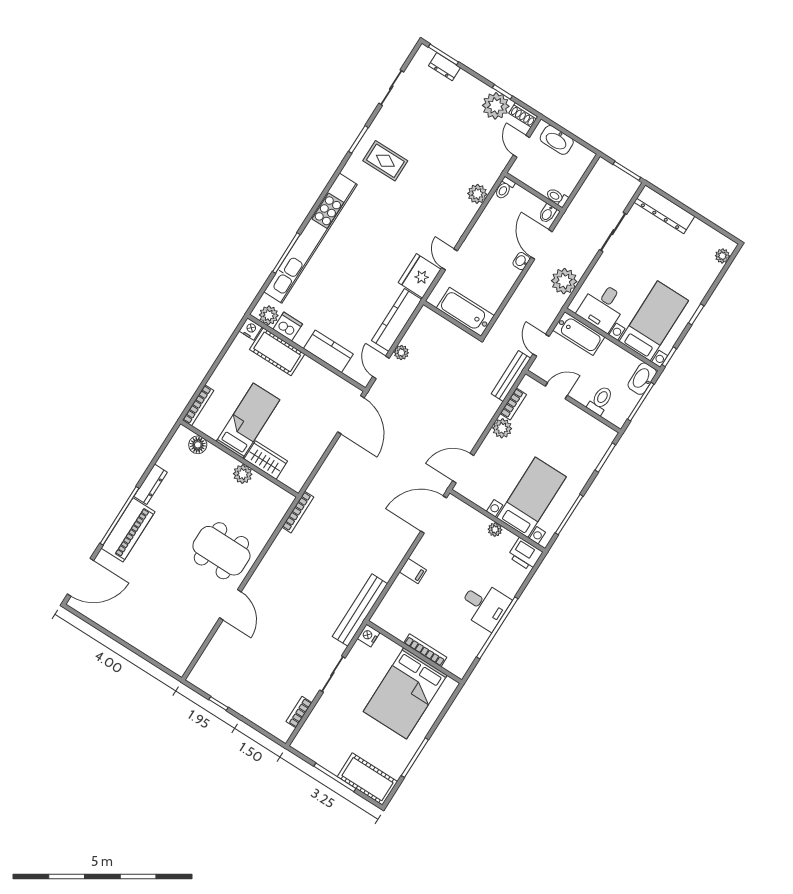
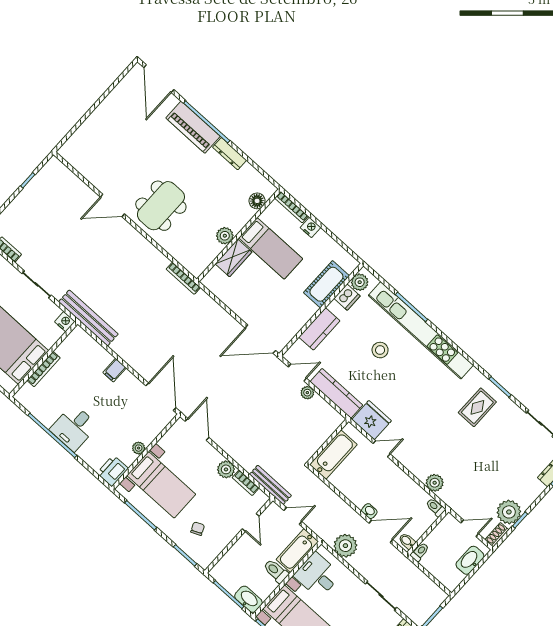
stool: (340, 280) -> (380, 350), added
nightstand: (251, 329) -> (311, 227), moved, turned -90
toilet: (600, 400) -> (276, 571), moved, turned 180
chair: (573, 449) -> (198, 529), added

